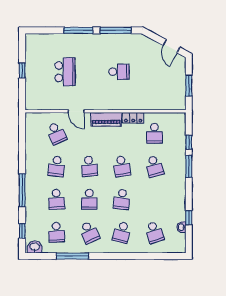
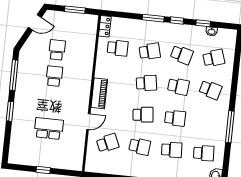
window: (78, 30) -> (10, 111), width x0.69
school desk: (146, 72) -> (57, 50), added
locker: (133, 118) -> (105, 26), moved
window: (189, 142) -> (177, 21), moved
school desk: (89, 232) -> (182, 55), moved, turned 39
window: (72, 256) -> (230, 127), moved

